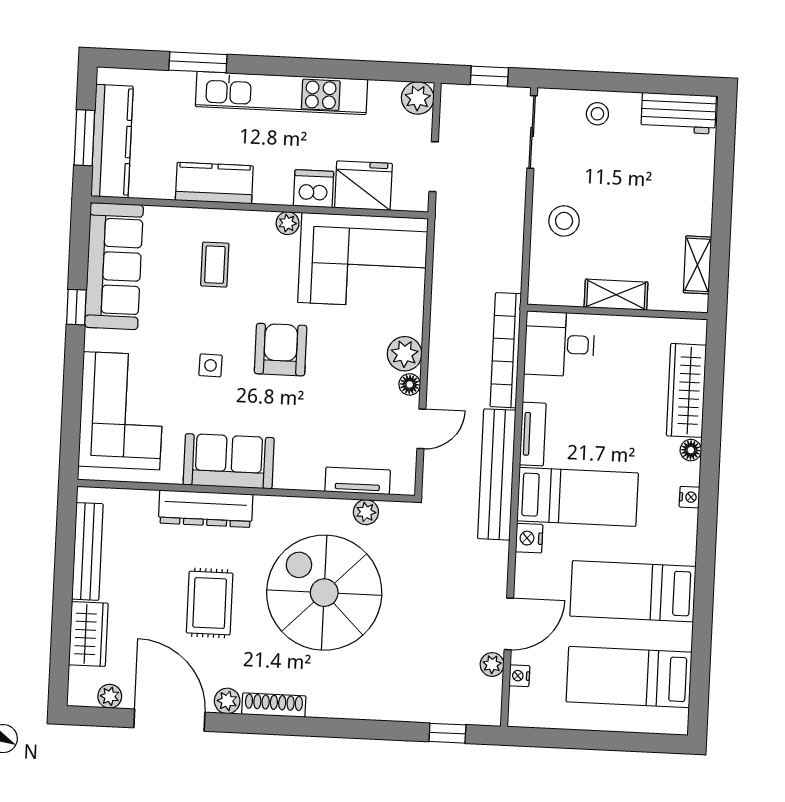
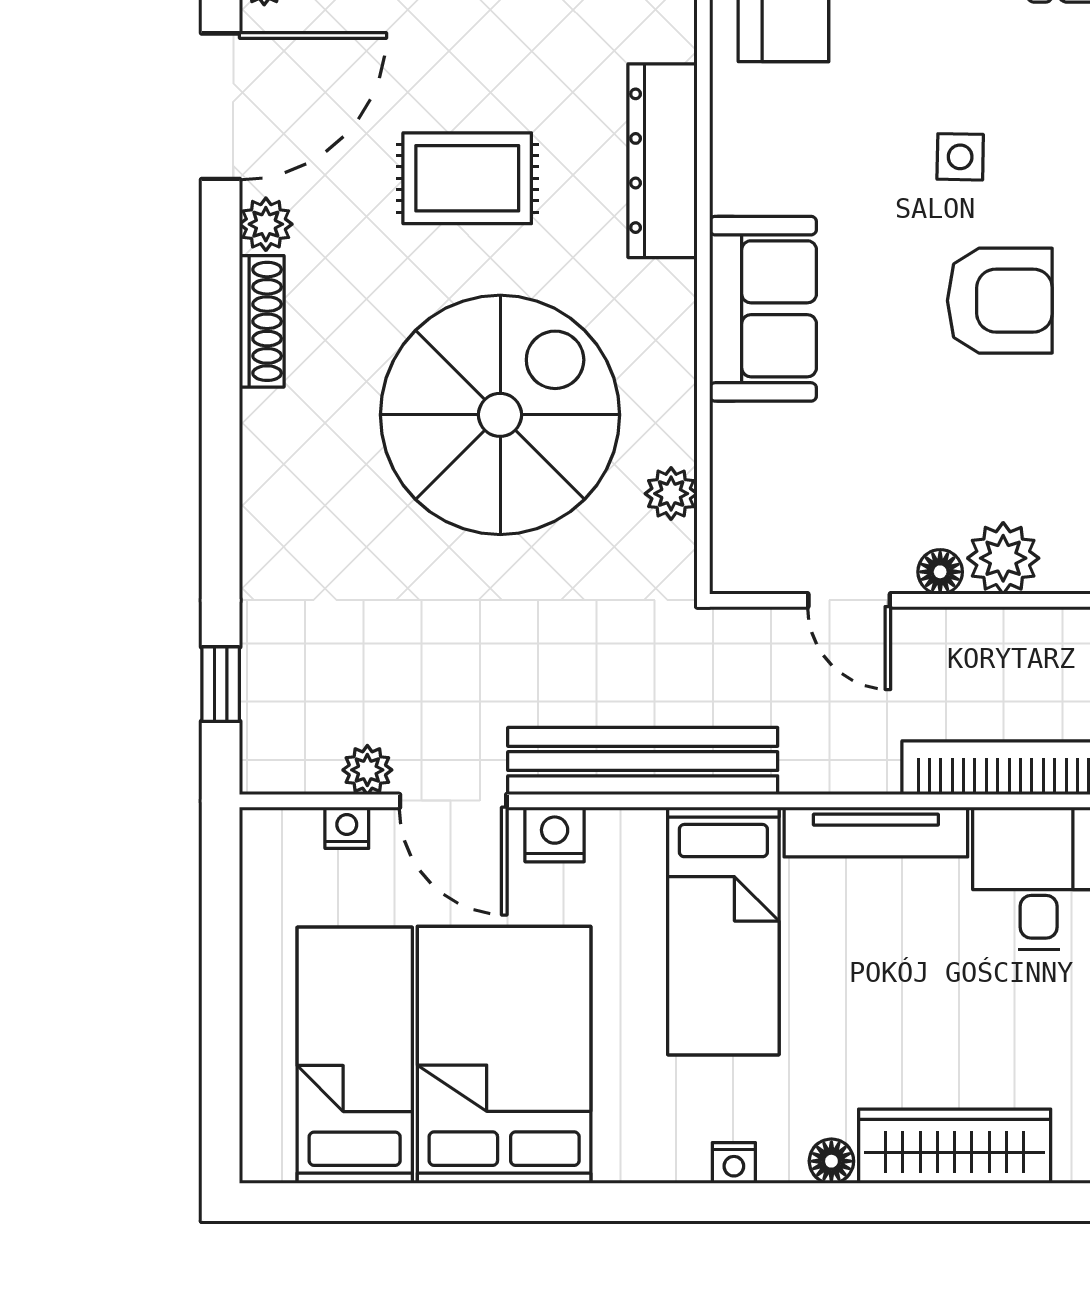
tv unit: (533, 434) -> (876, 832), width x1.41
sofa: (229, 461) -> (763, 309), moved
bench: (497, 474) -> (643, 761), moved
tv unit: (358, 481) -> (735, 473), removed
nightstand: (529, 538) -> (555, 834), moved
bed: (633, 591) -> (504, 1055), width x1.50

